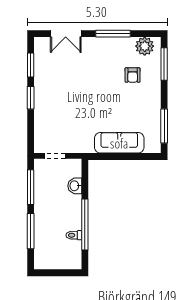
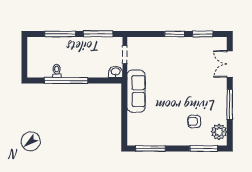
sofa: (119, 143) -> (136, 91), moved
washbasin: (75, 186) -> (116, 72), moved

